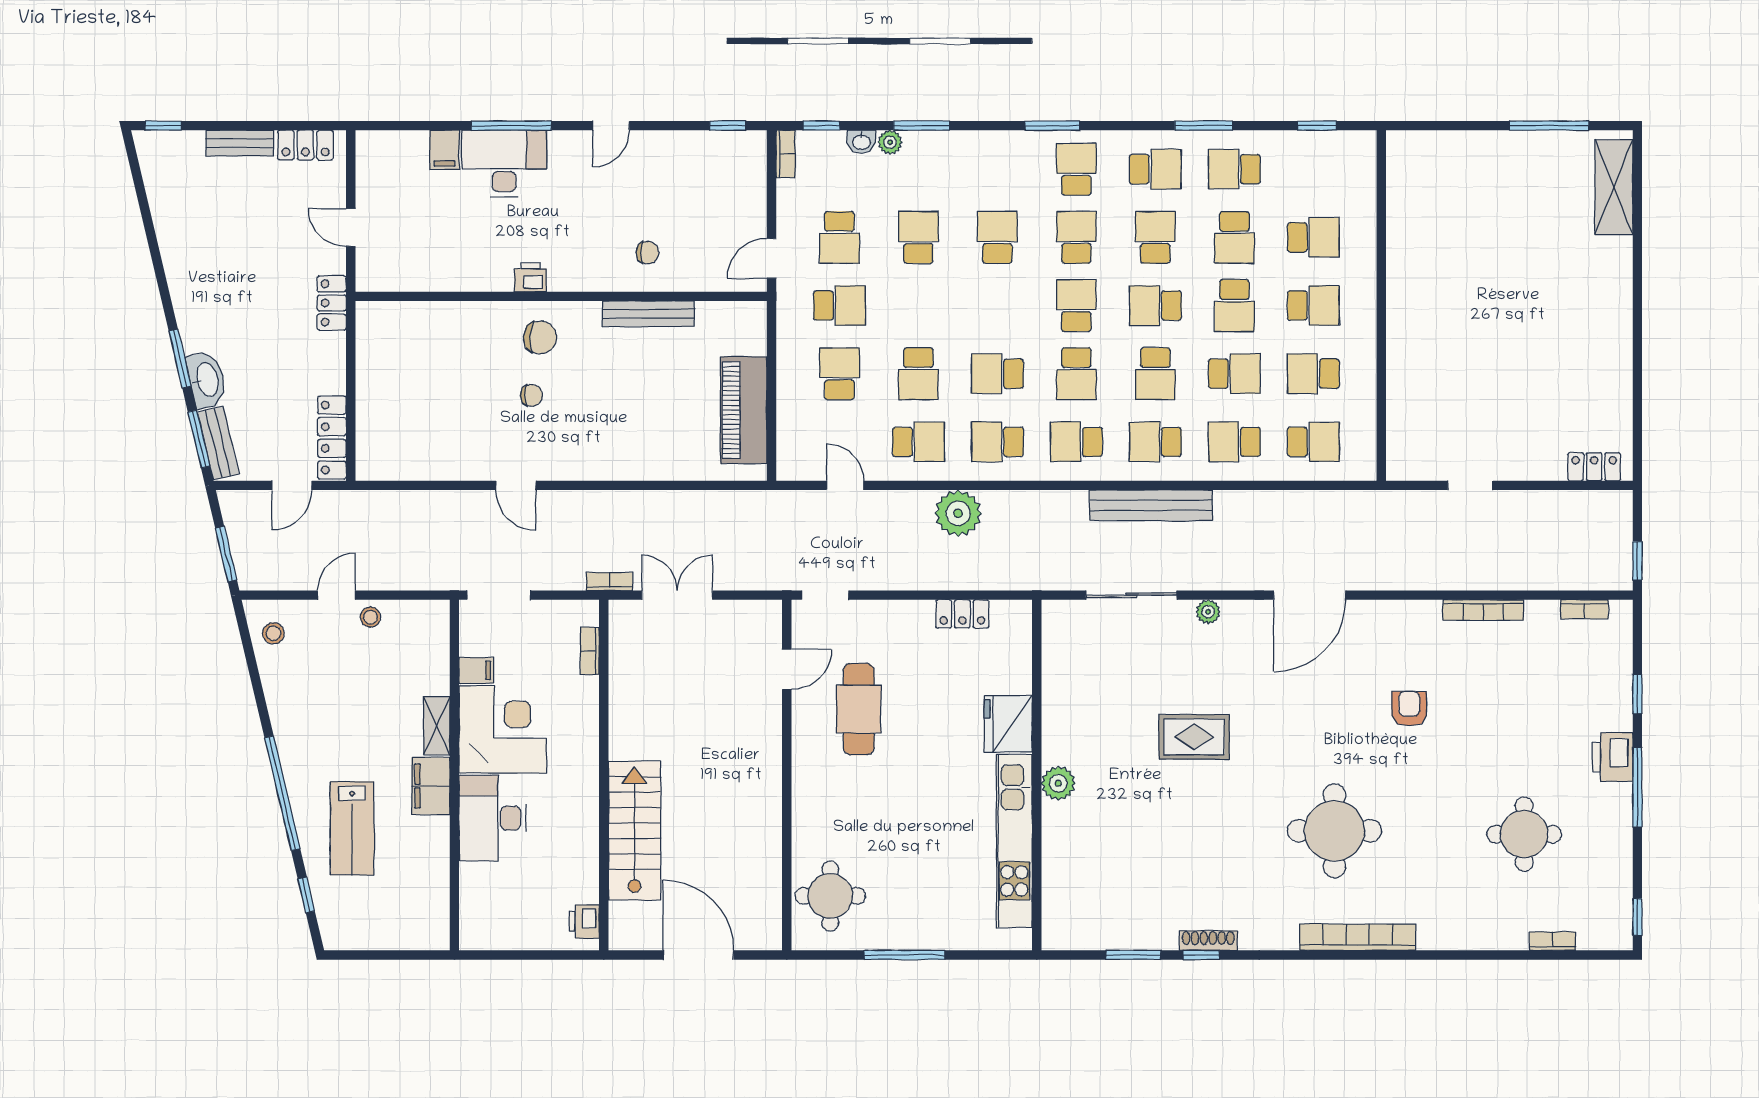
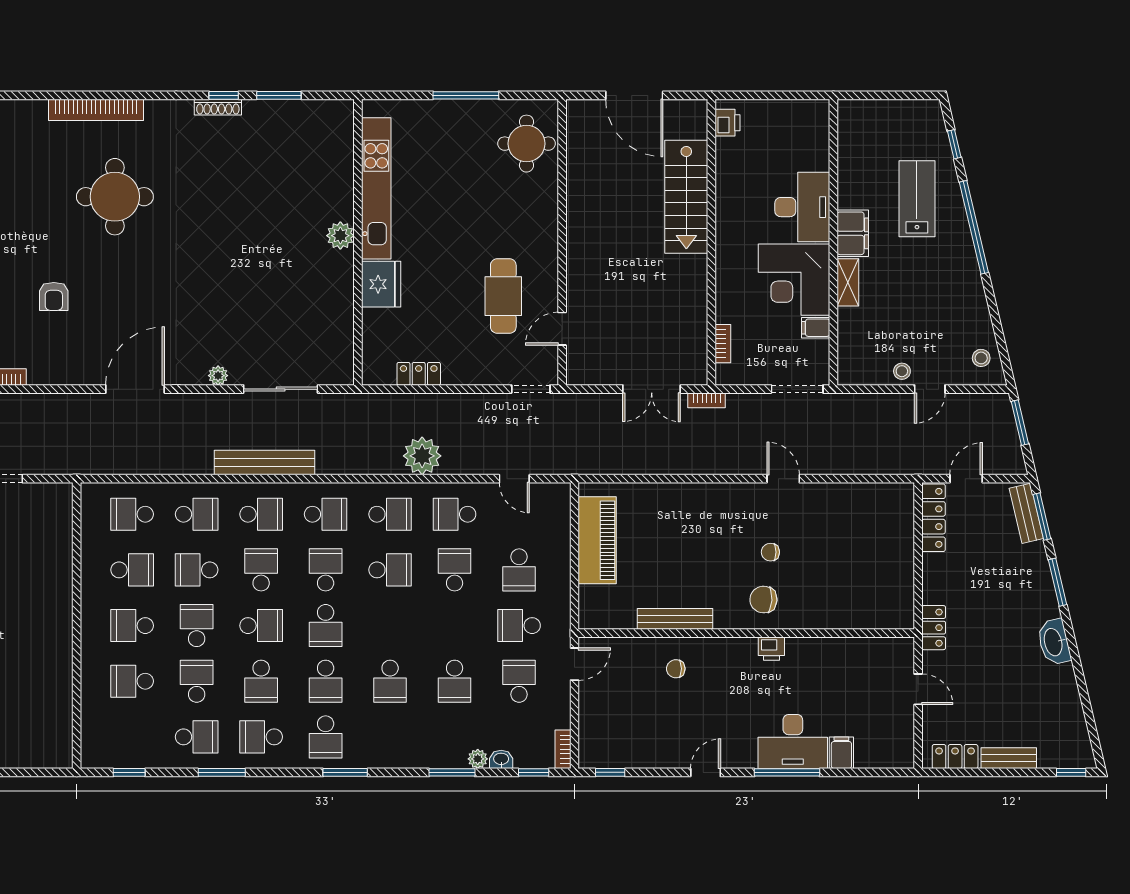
washbasin: (207, 380) -> (1054, 642), moved
rug: (1194, 737) -> (230, 273), removed

